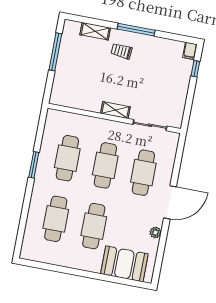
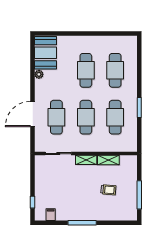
shelving: (95, 31) -> (108, 160), moved
trolley: (121, 51) -> (108, 190), moved
filing cabinet: (190, 51) -> (51, 215), moved
door: (170, 202) -> (32, 114), moved
booth: (124, 264) -> (45, 53), moved, turned 90

